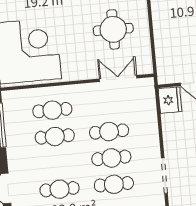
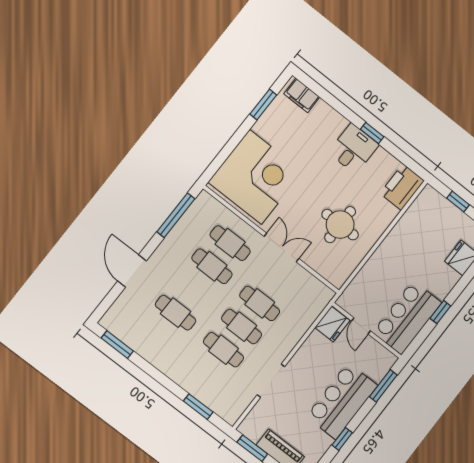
double door: (118, 79) -> (281, 248), moved

